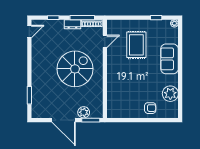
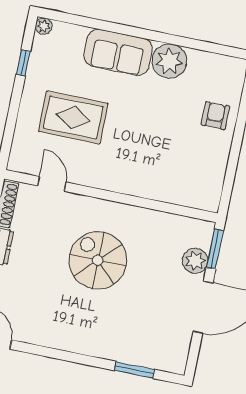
spiral stairs: (75, 69) -> (98, 260), width x0.73, depth x0.73
plant: (170, 94) -> (169, 61), moved

